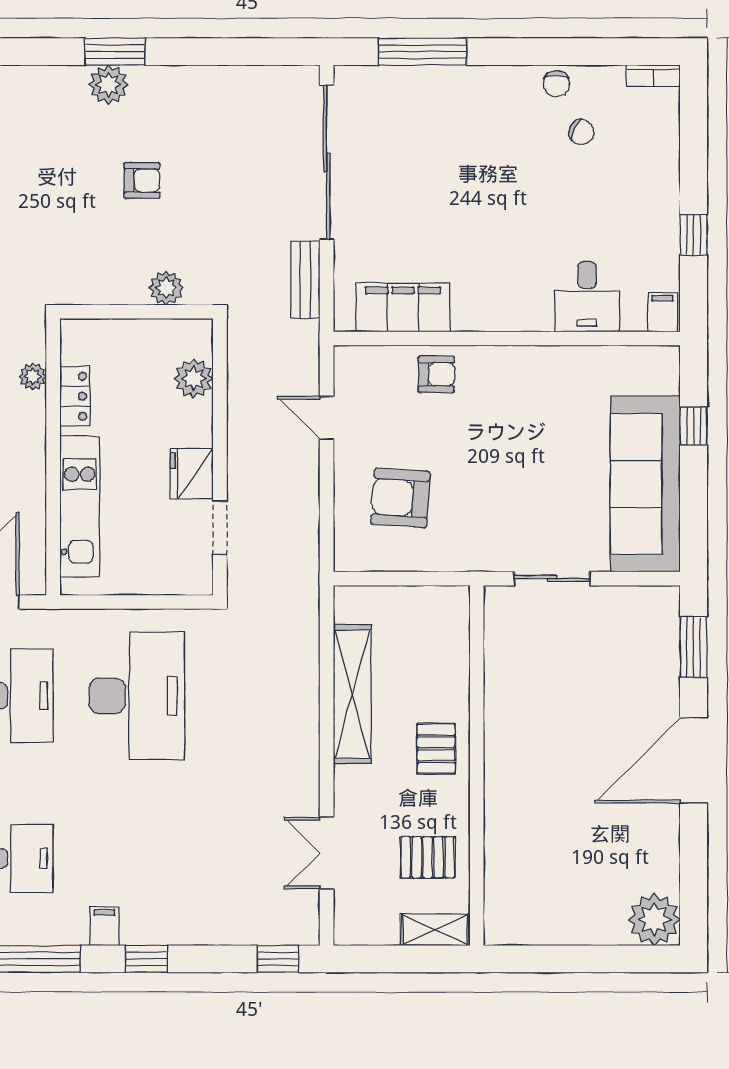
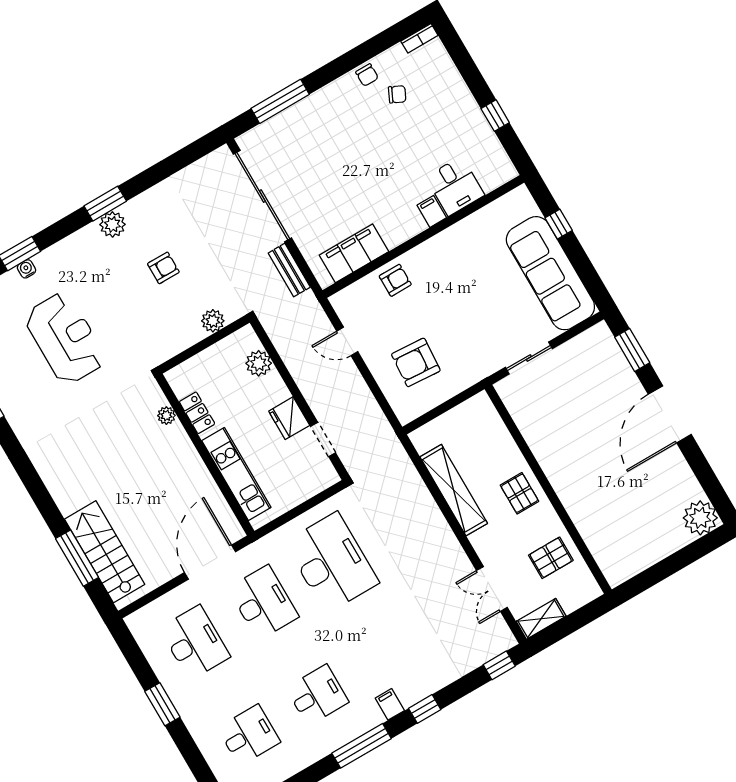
filing cabinet: (662, 312) -> (432, 211), moved
shelving: (435, 930) -> (541, 619), moved

